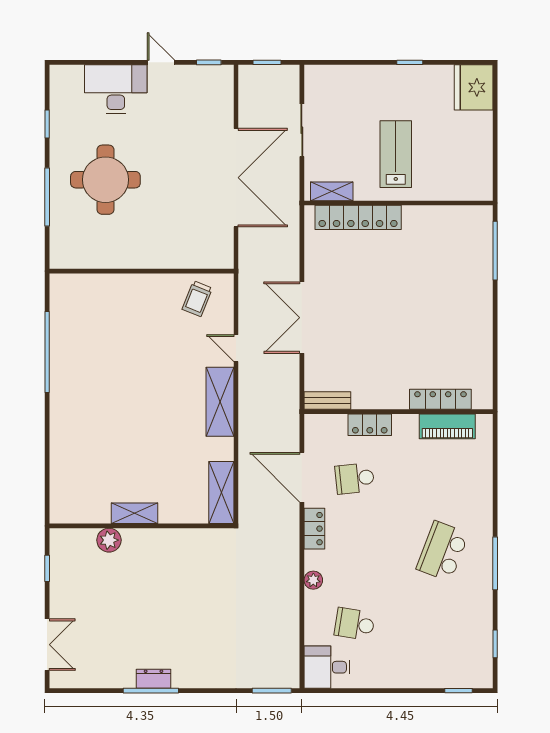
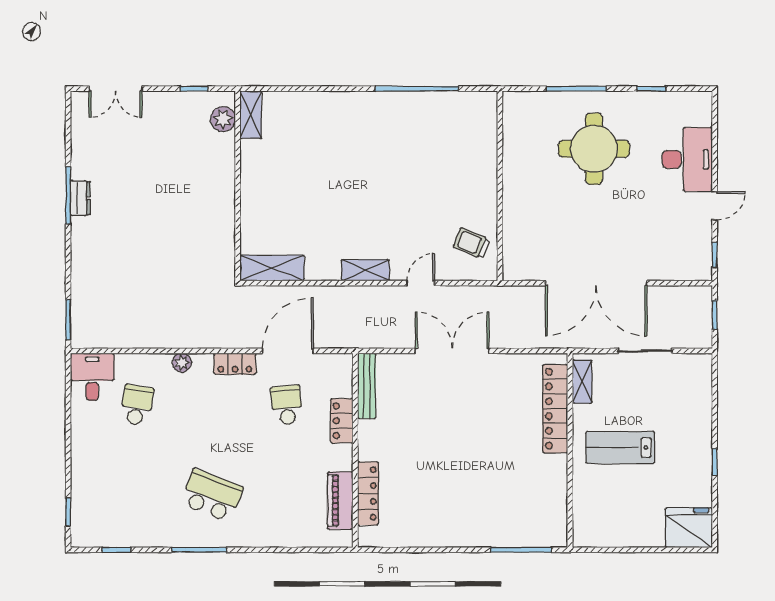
lab bench: (396, 154) -> (620, 447), turned 180
bench: (327, 401) -> (367, 386), width x1.36
shelving: (220, 402) -> (365, 270), width x0.67, depth x0.75
shelving: (135, 513) -> (251, 115), moved
plant: (109, 540) -> (223, 119), moved

